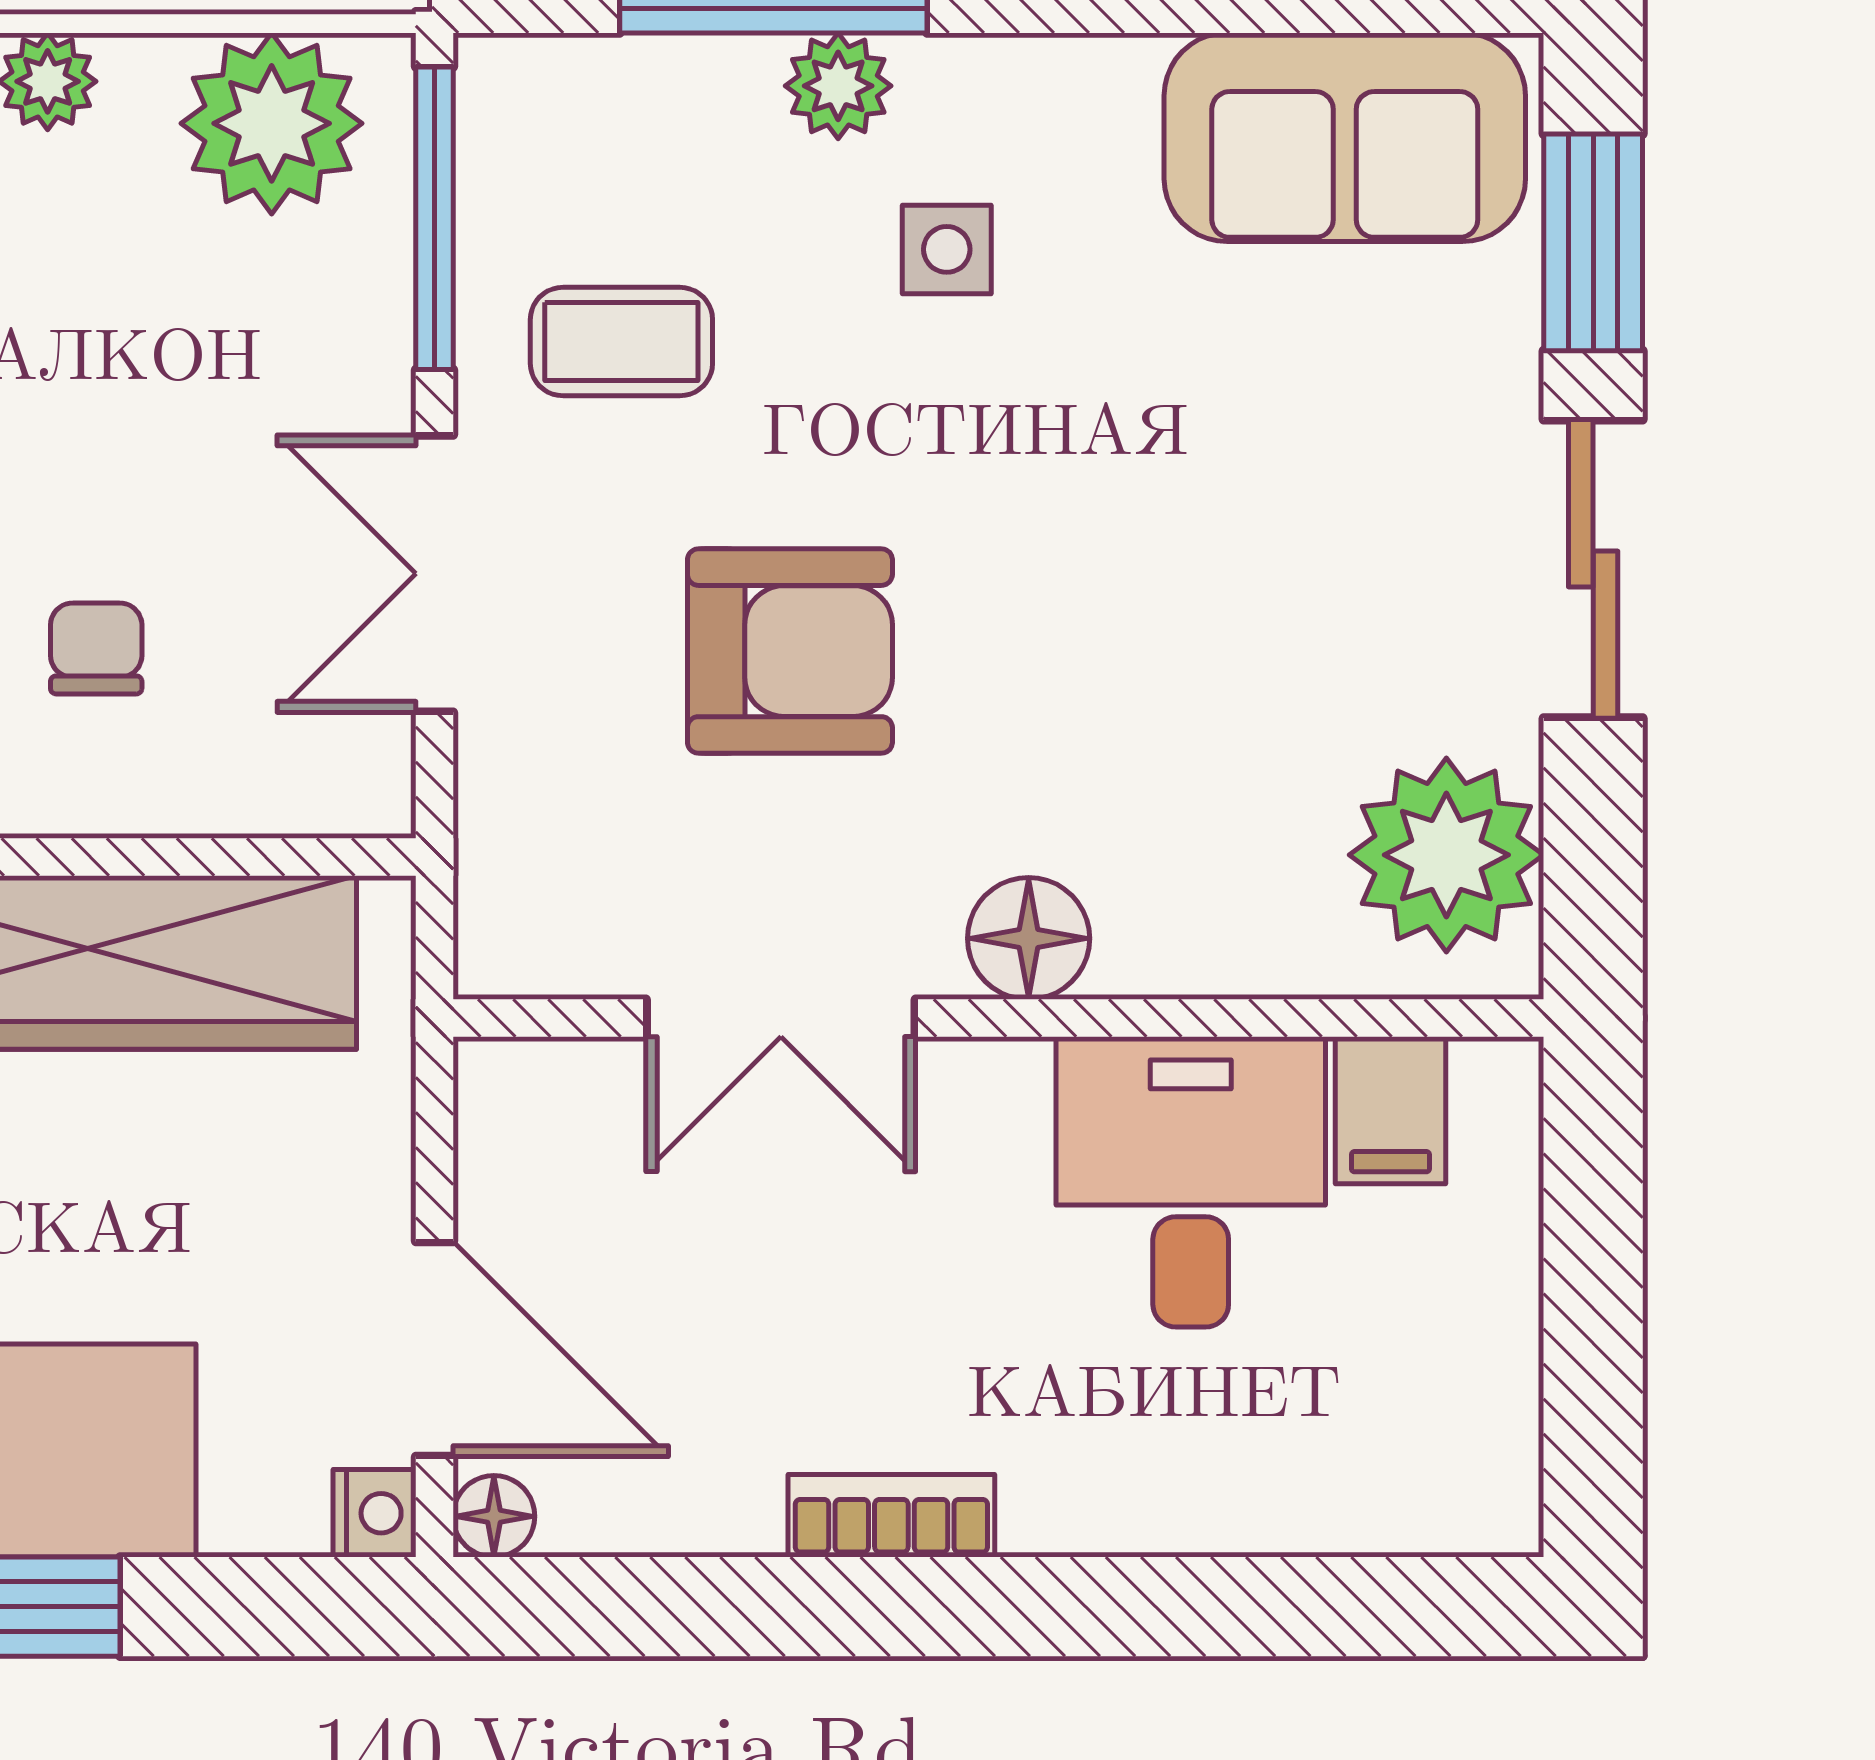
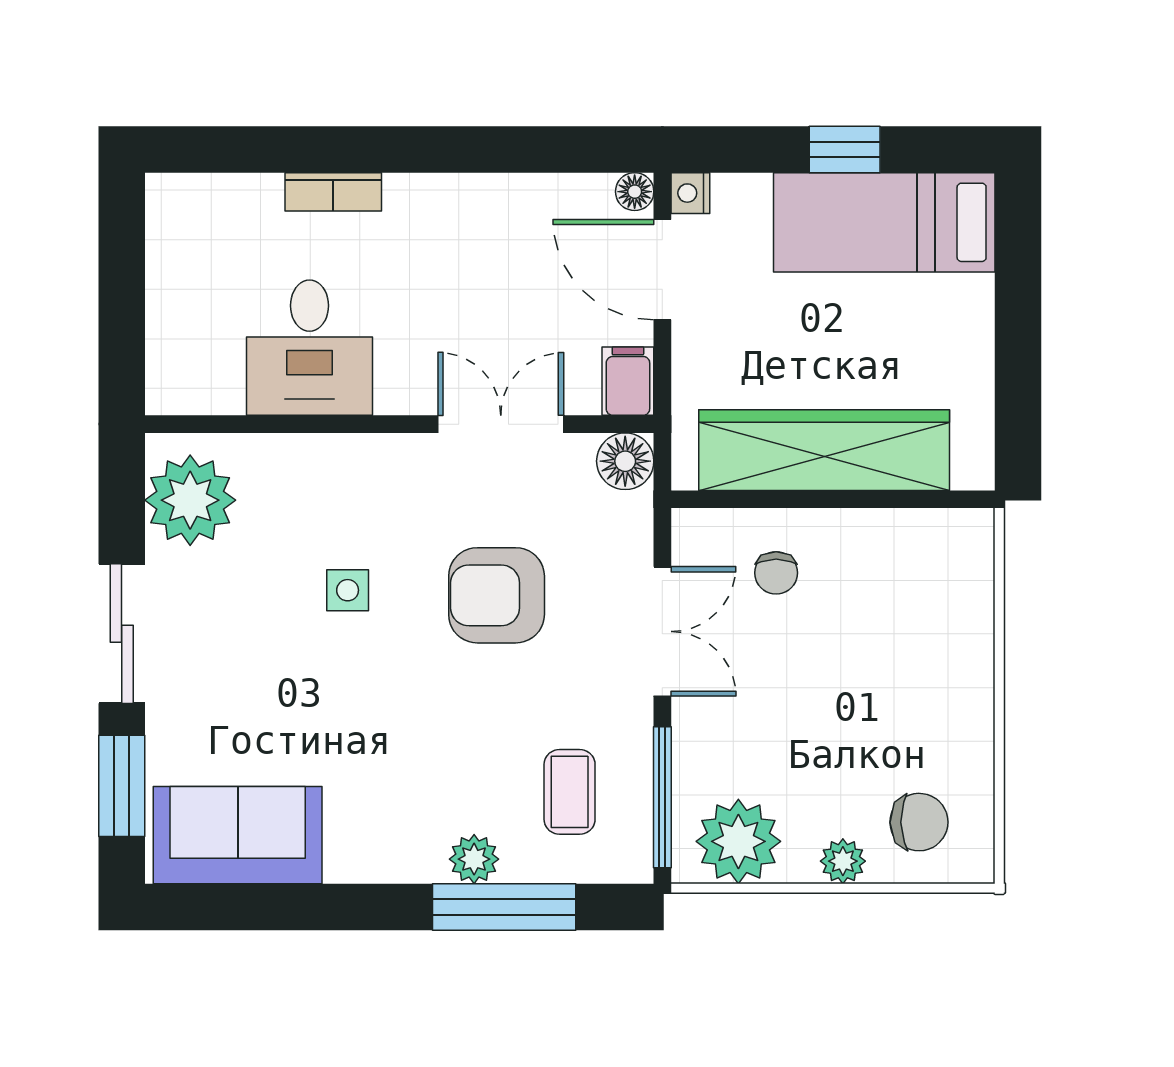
side table: (947, 249) -> (348, 590), moved
coffee table: (621, 342) -> (570, 792), moved, turned 90
chair: (96, 648) -> (776, 573), moved
floor lamp: (1029, 938) -> (625, 461), moved
filing cabinet: (1390, 1110) -> (628, 381), moved
bookcase: (891, 1516) -> (333, 192), moved

